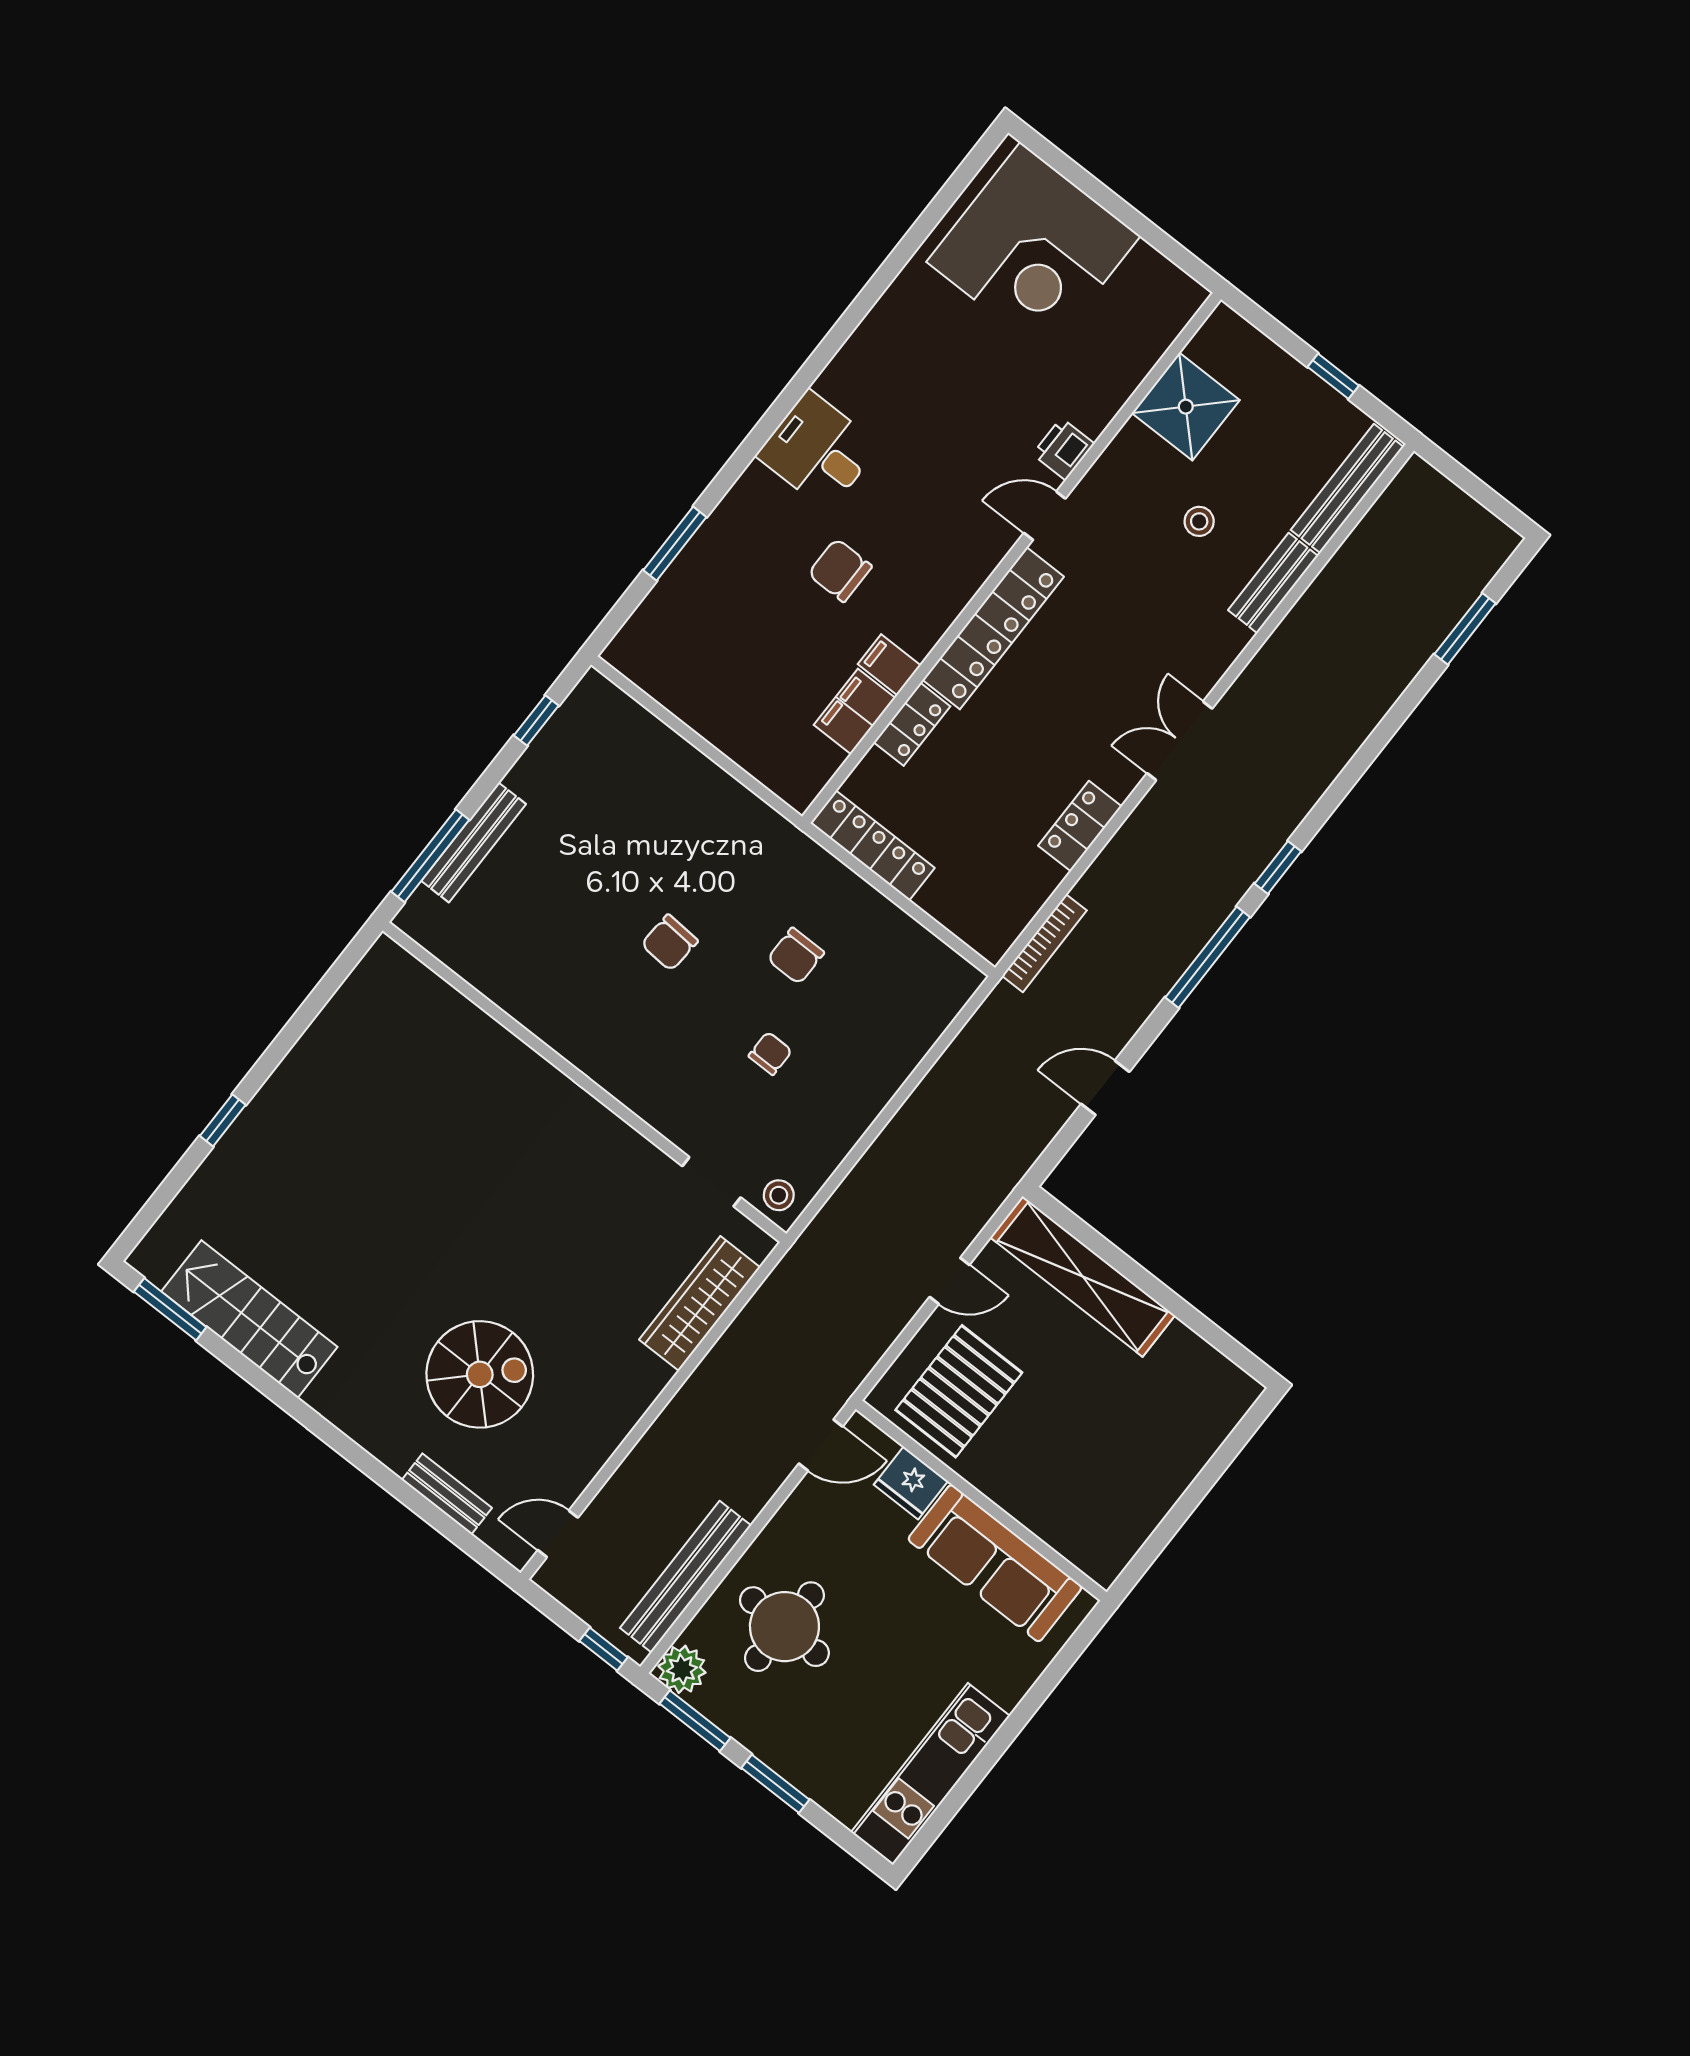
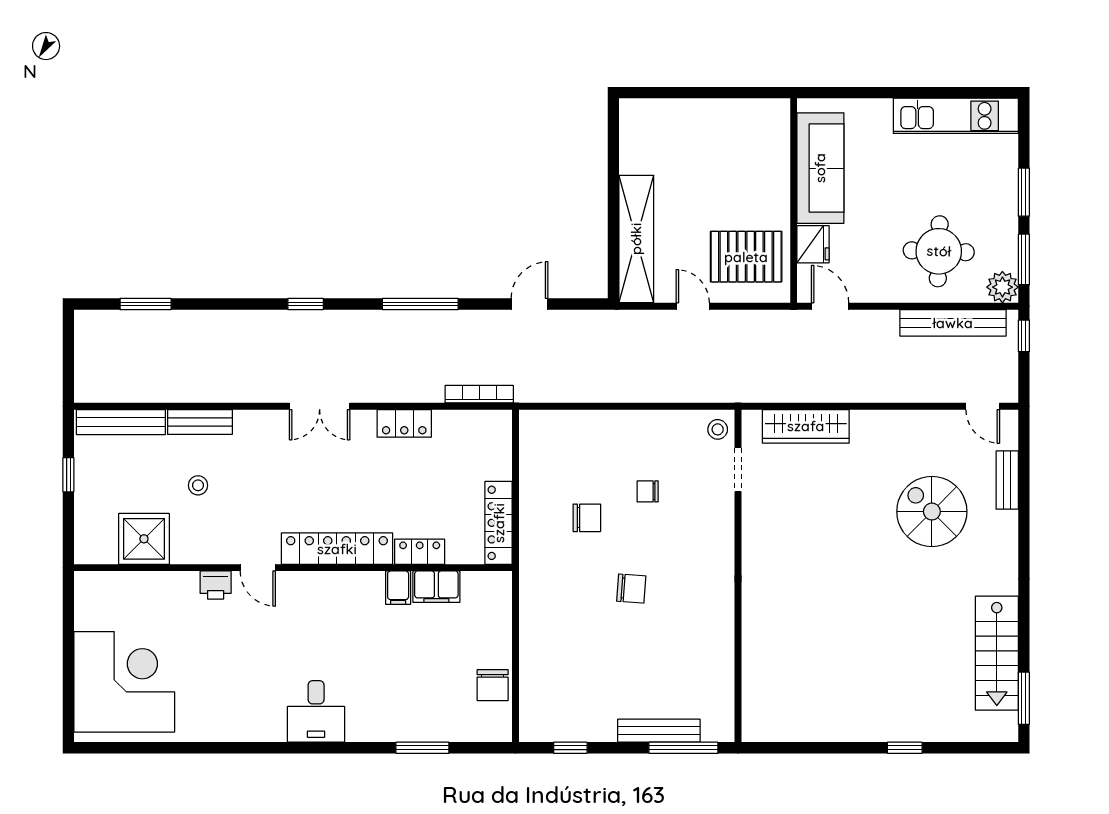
chair: (840, 570) -> (493, 685), moved
window: (1278, 868) -> (306, 304), moved
door: (1105, 1088) -> (529, 304), swing flipped

